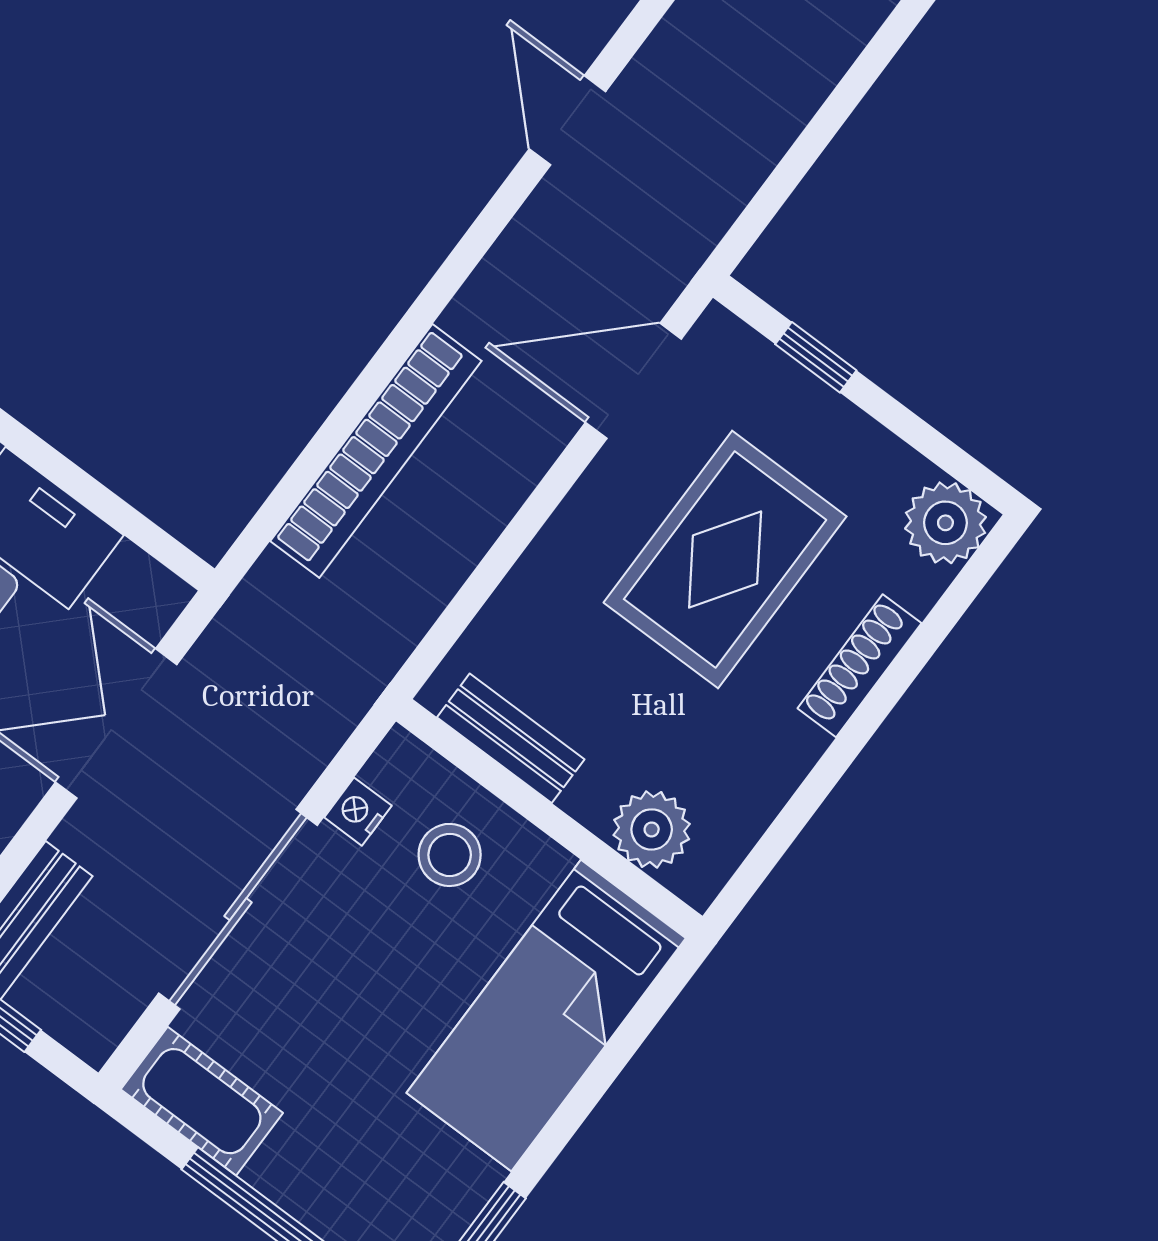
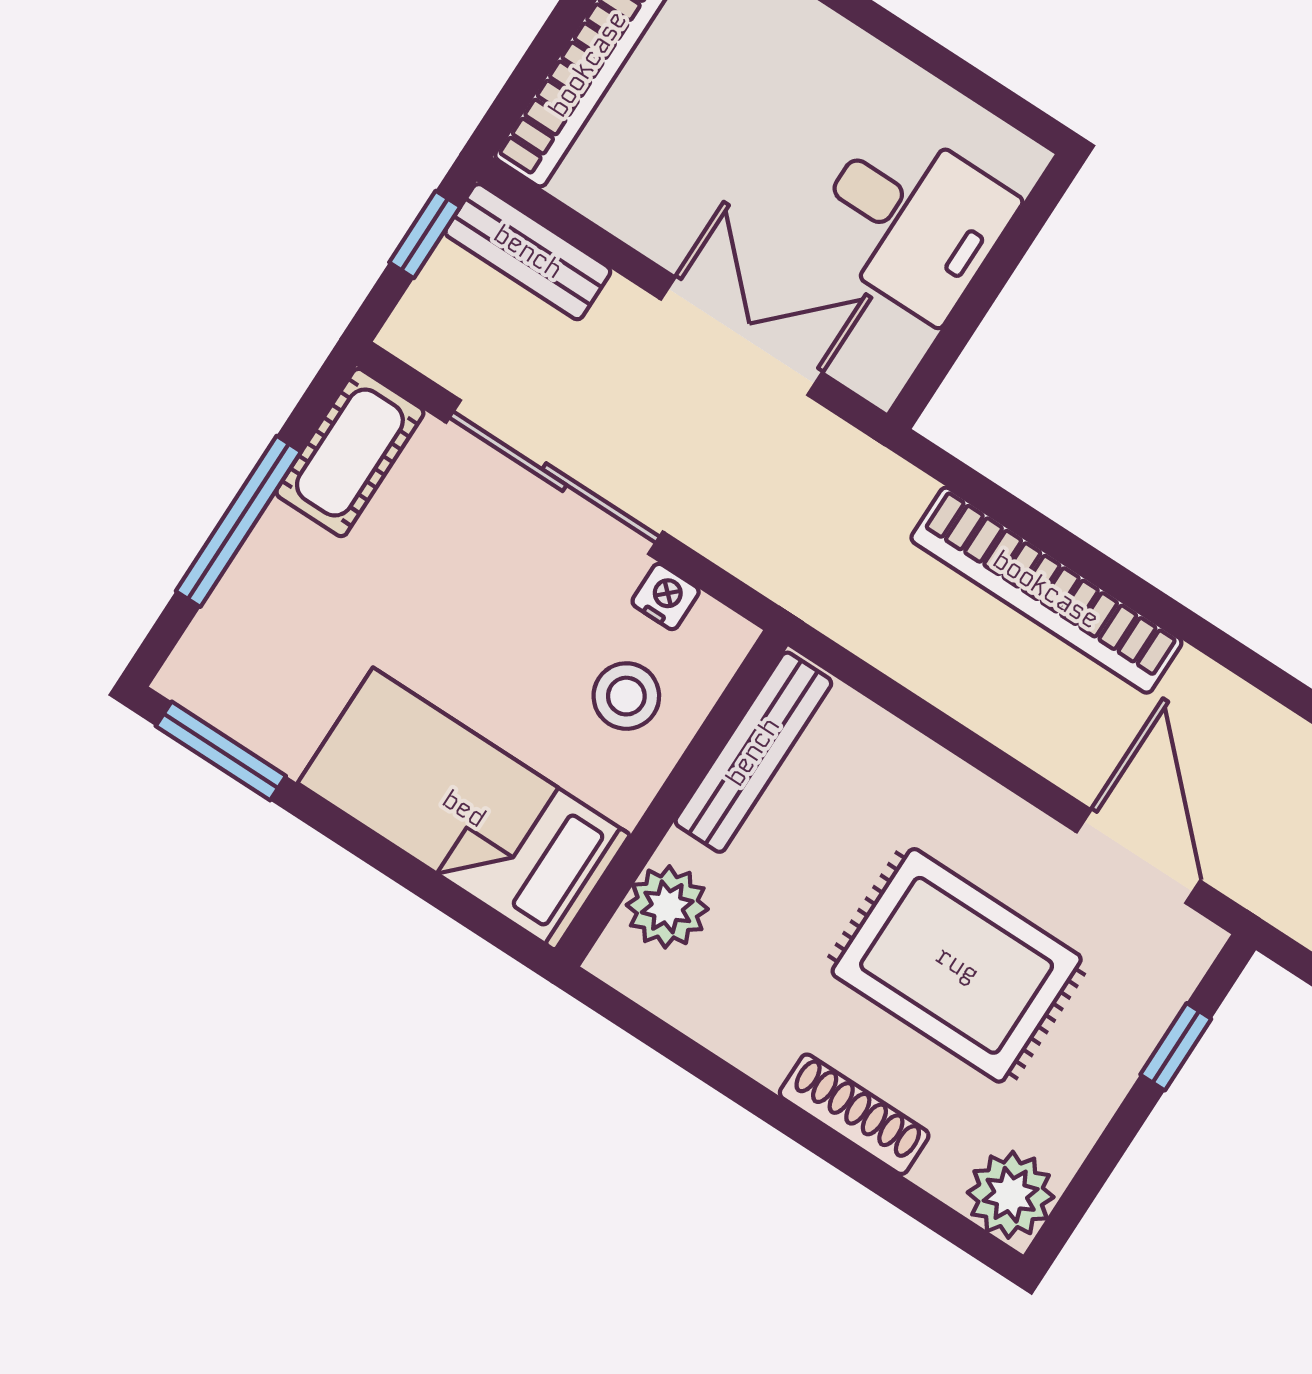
bench: (511, 738) -> (753, 752), width x1.36

